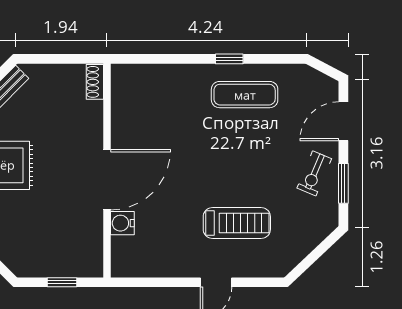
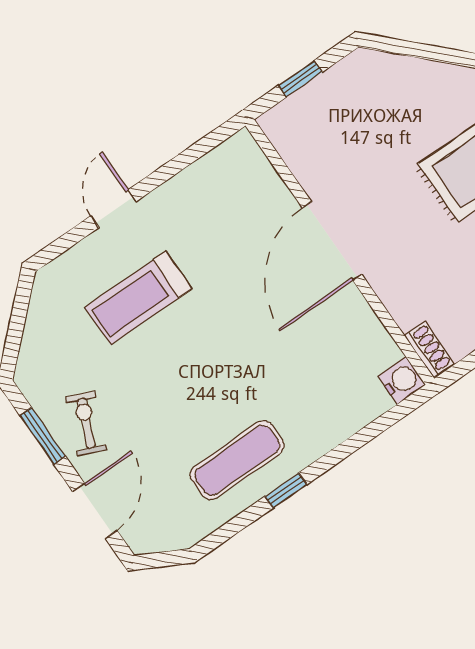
water cooler: (122, 223) -> (401, 380), moved

